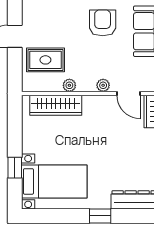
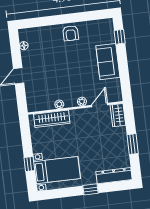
armchair: (103, 23) -> (77, 60), removed
rug: (45, 60) -> (41, 89), removed
door: (128, 94) -> (100, 105), swing flipped

